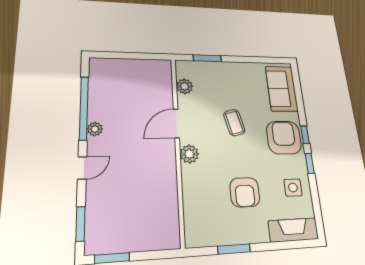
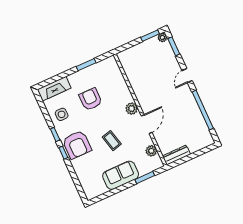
dresser: (152, 66) -> (176, 155), added
sofa: (282, 89) -> (121, 175), moved, turned -90
plant: (95, 129) -> (162, 37), moved

